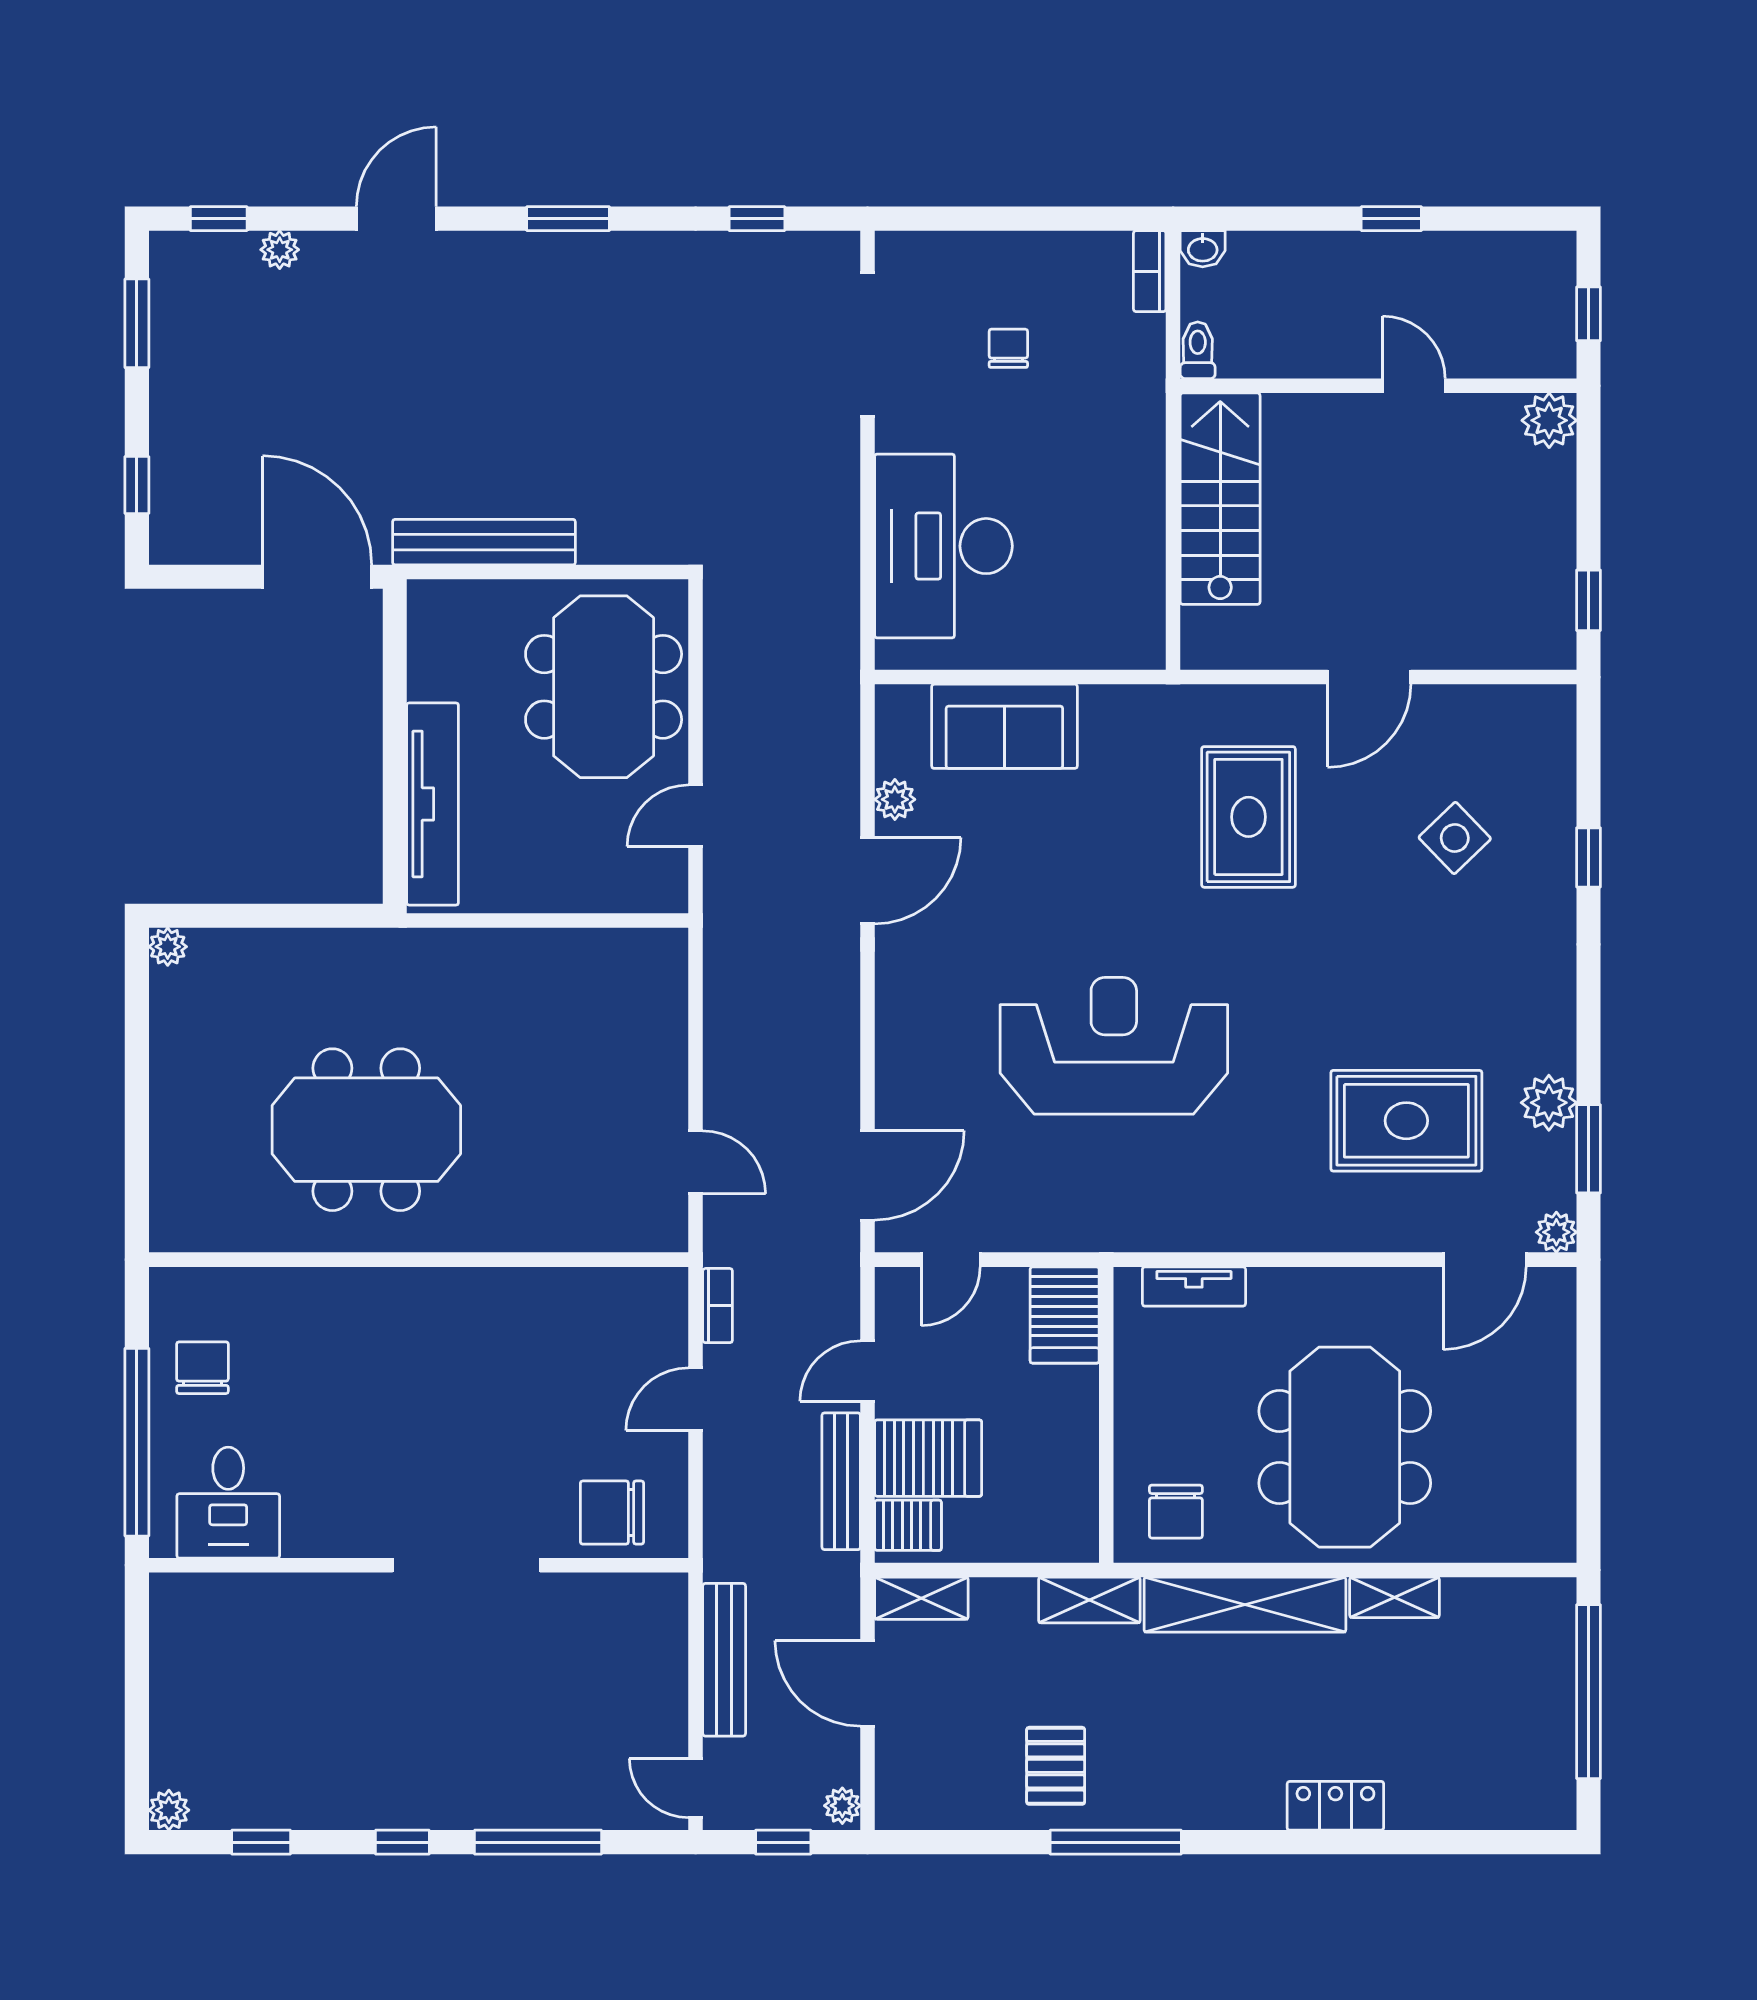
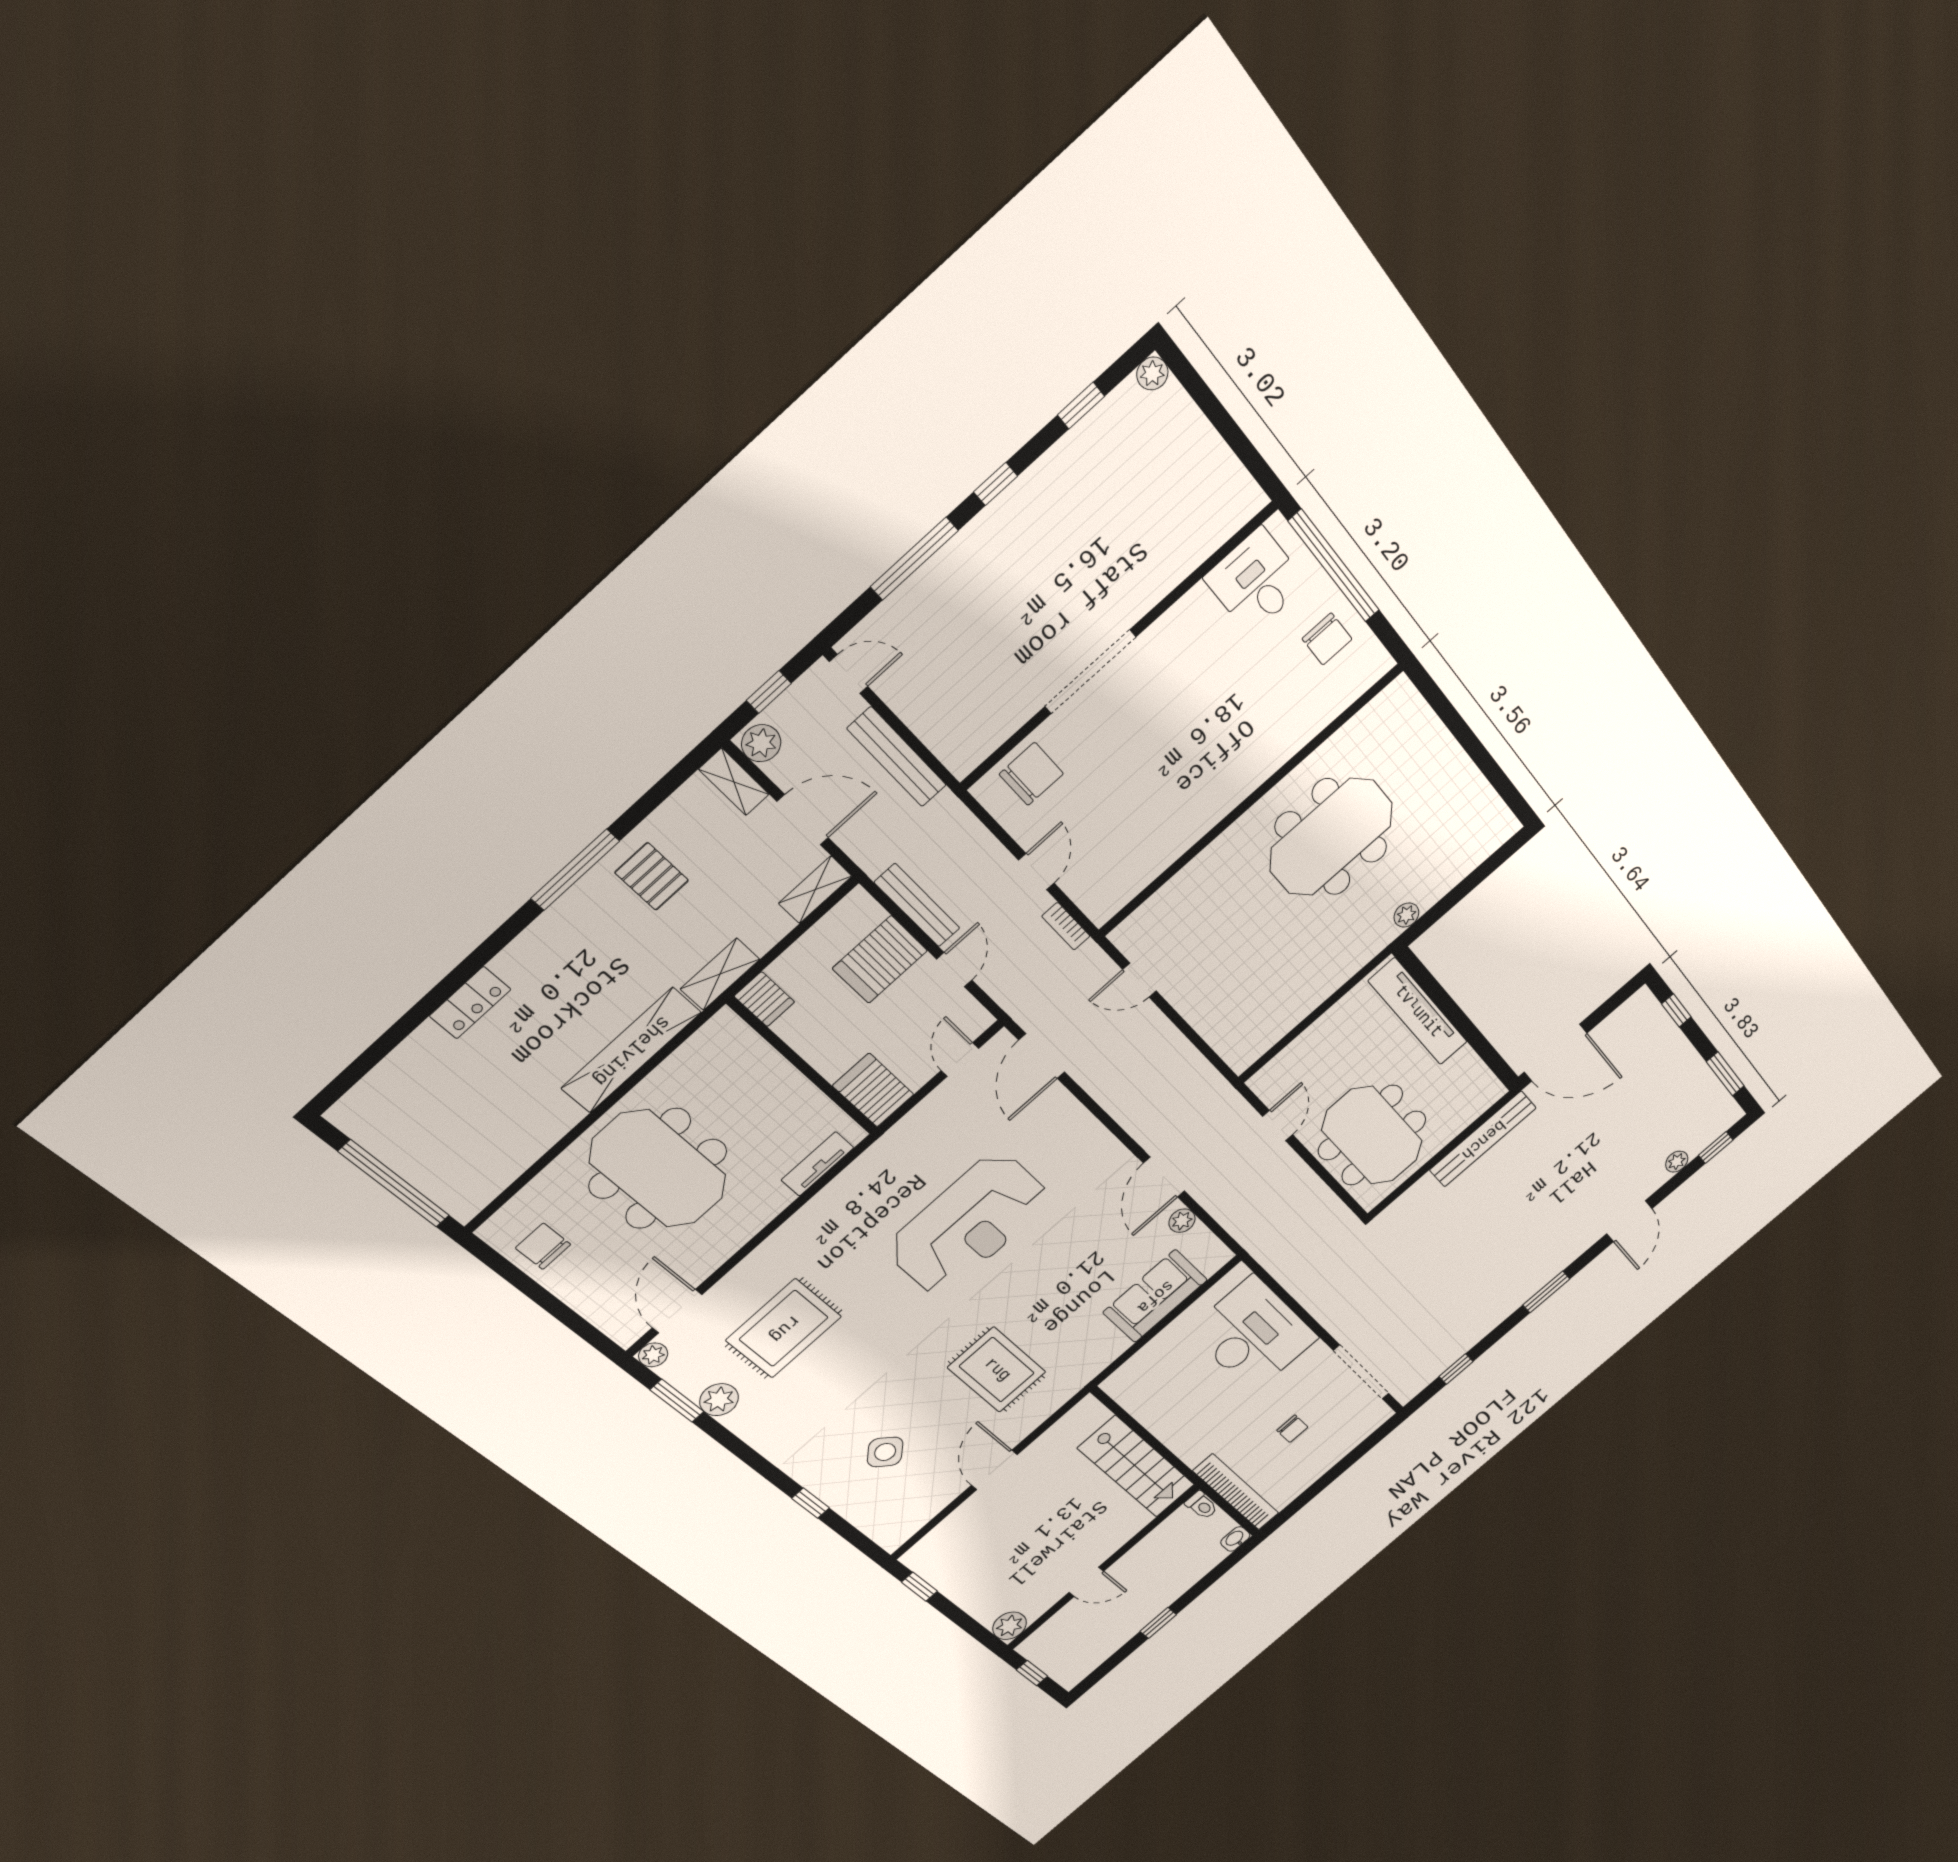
bookcase: (1150, 271) -> (1236, 1492), width x2.31, depth x1.31
plant: (168, 947) -> (1406, 915), moved
chair: (1176, 1512) -> (543, 1246), moved
server rack: (908, 1525) -> (764, 999), moved, turned -90
shelving: (1395, 1597) -> (734, 782), moved, turned 90
plant: (842, 1806) -> (761, 743), width x1.38, depth x1.38

